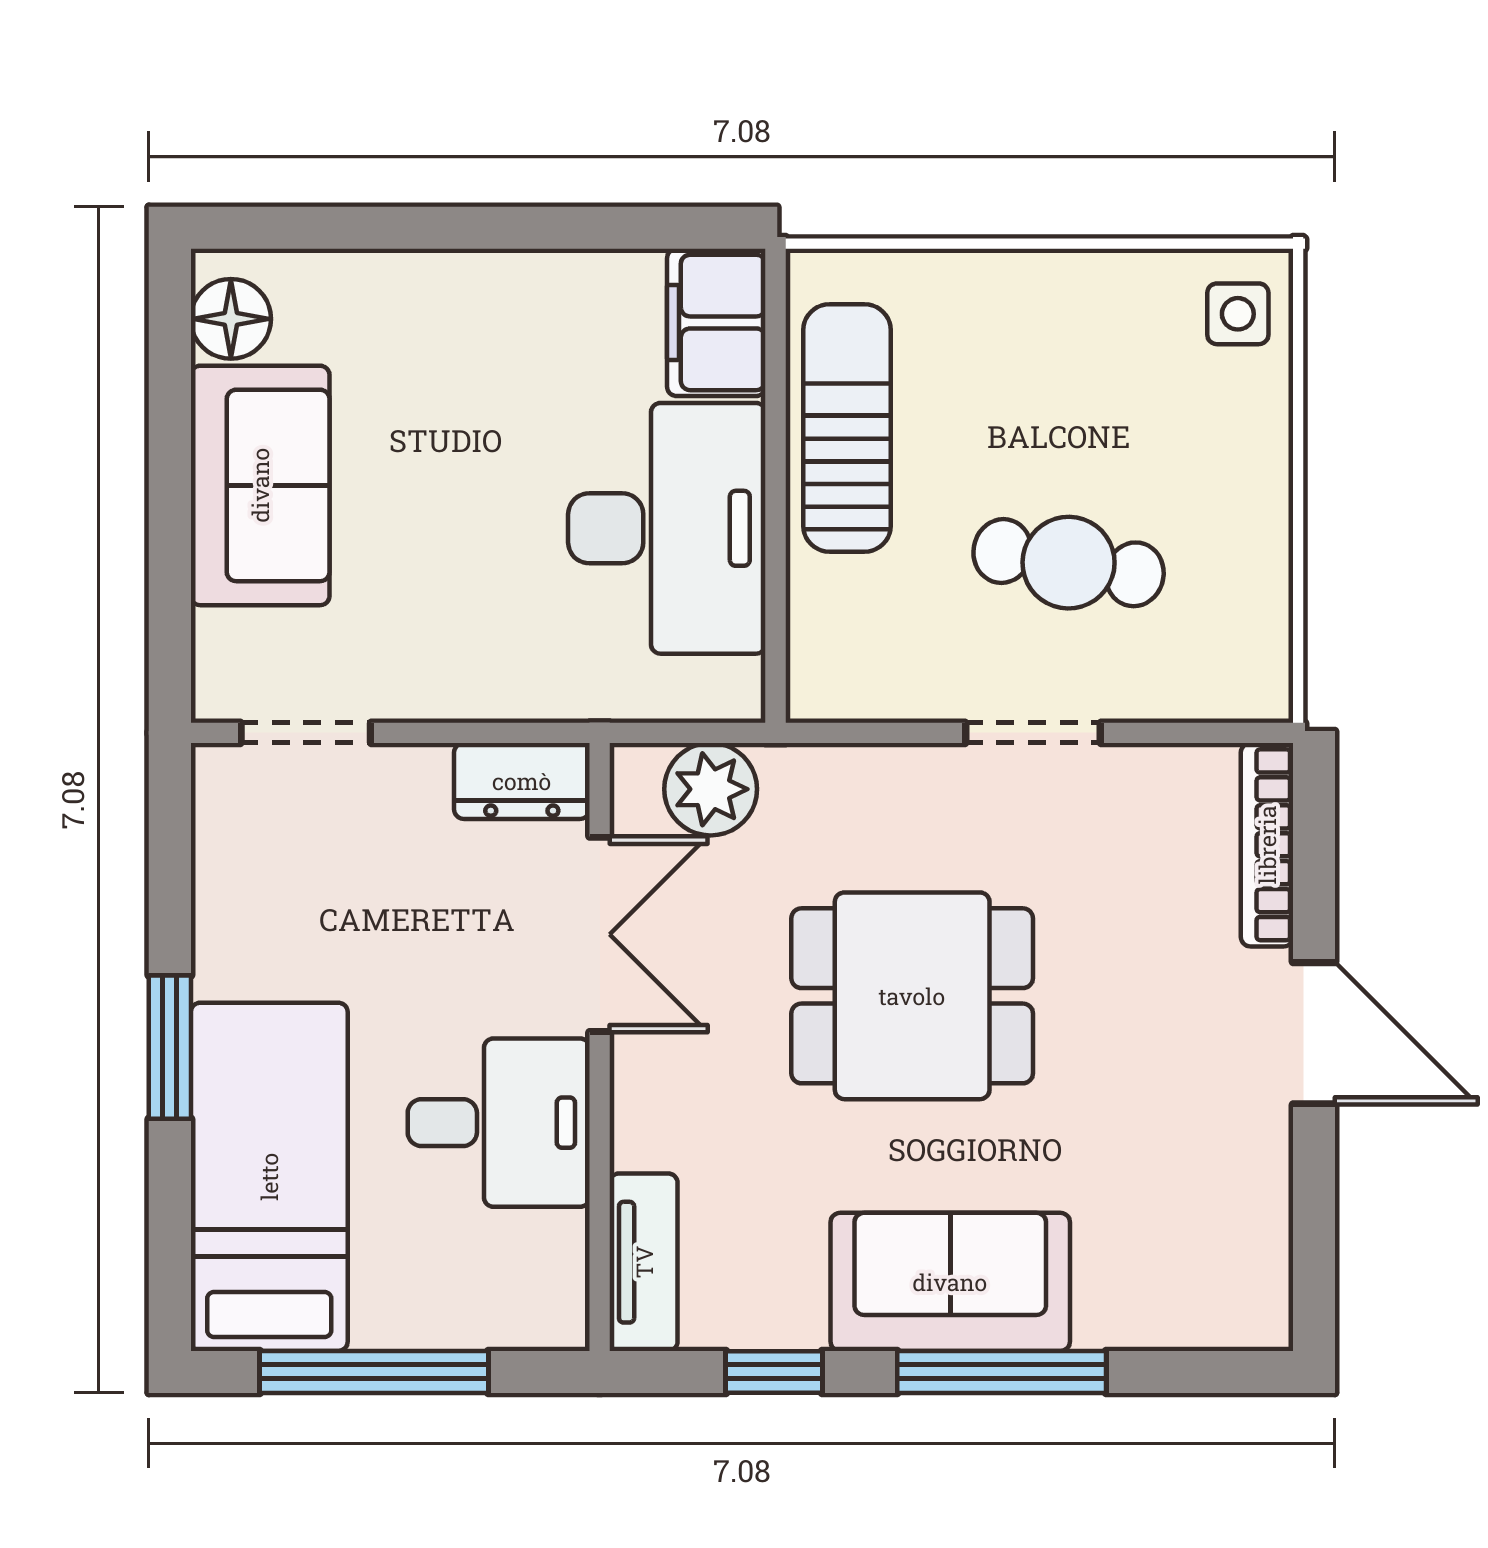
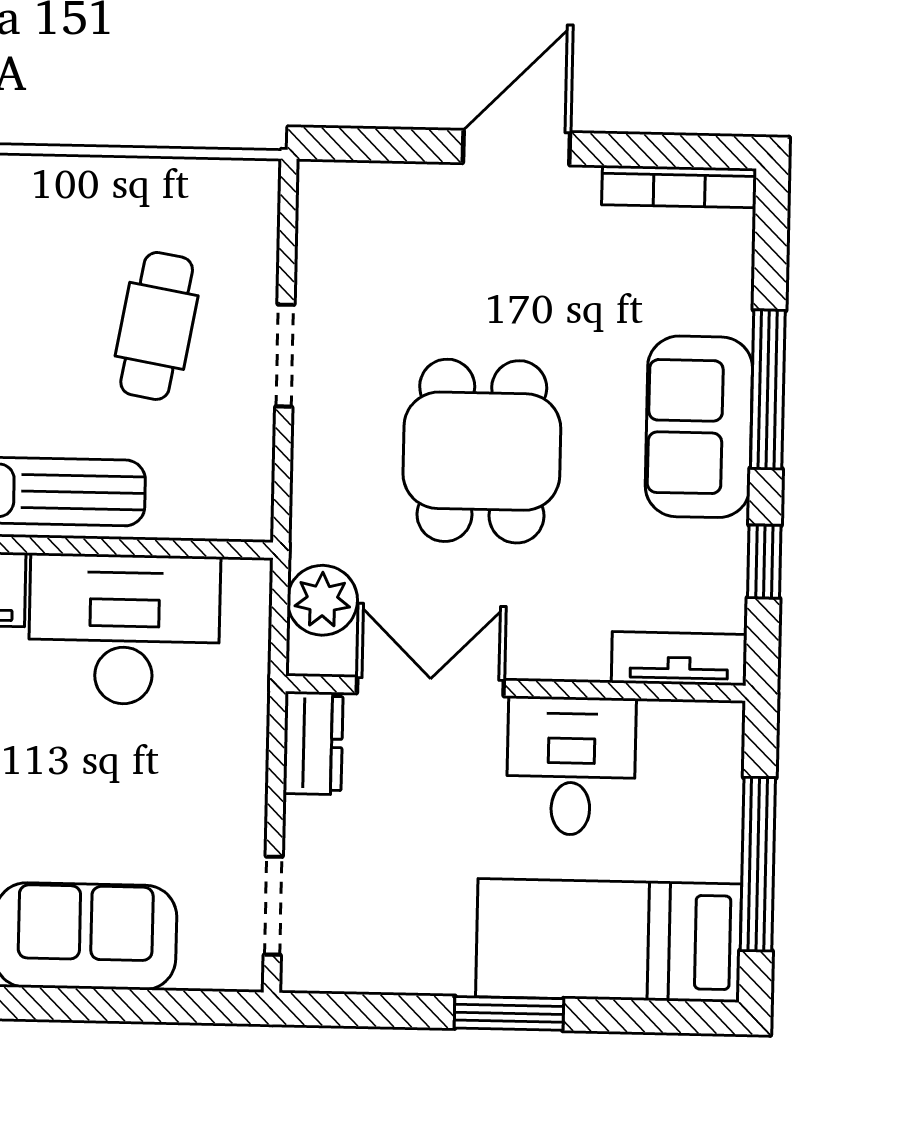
bookcase: (1267, 845) -> (679, 187), moved

